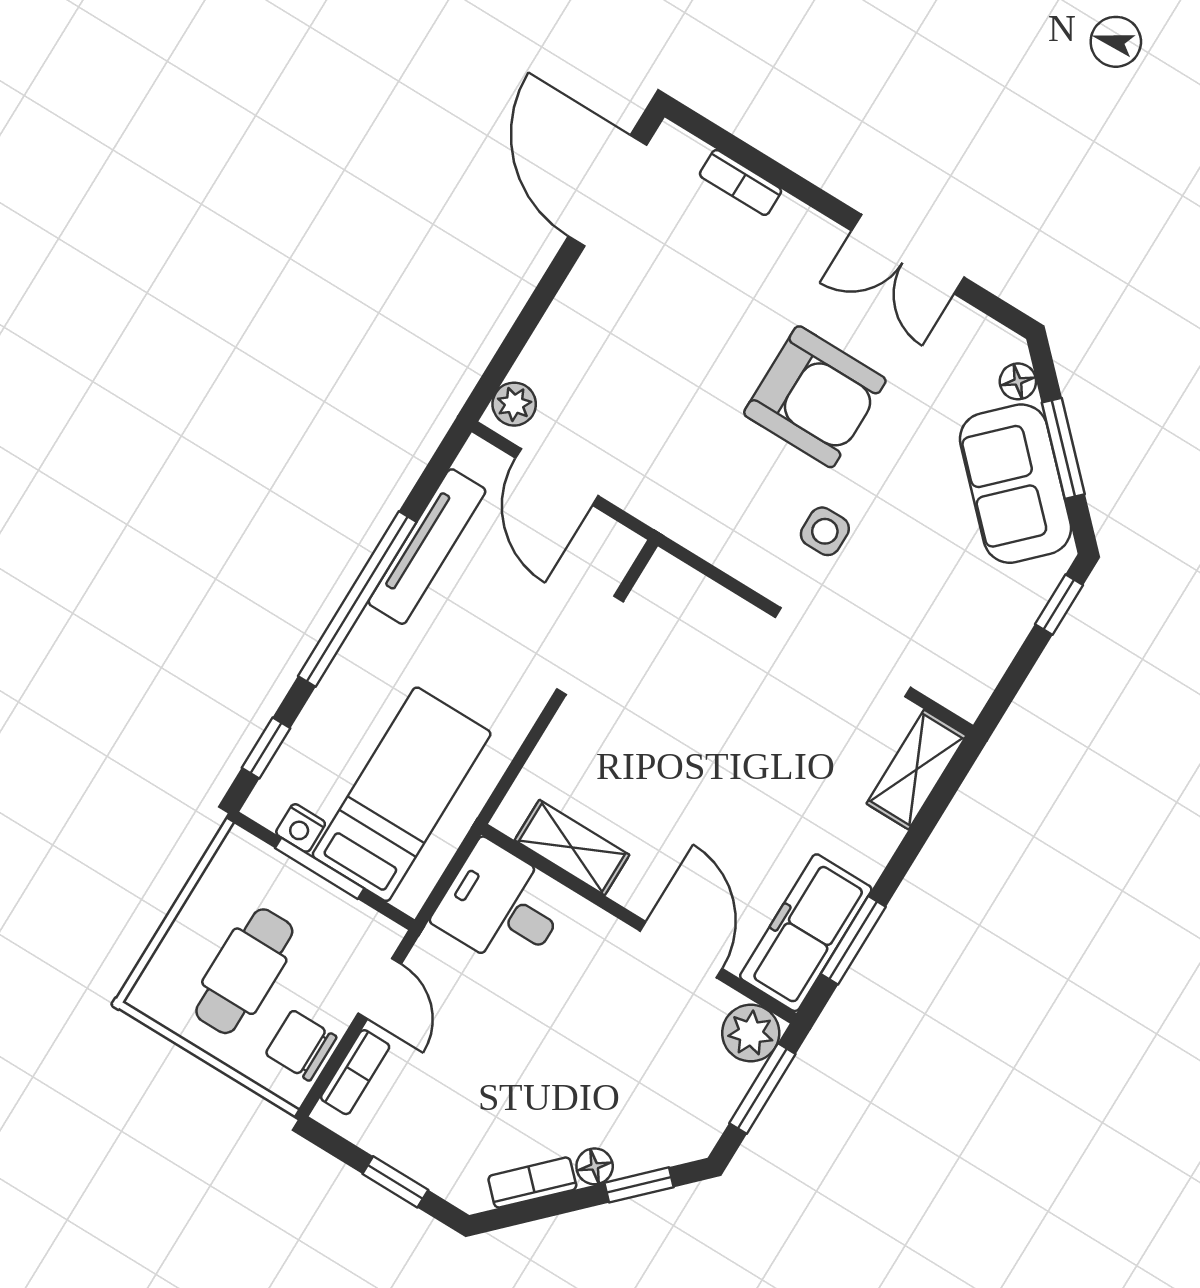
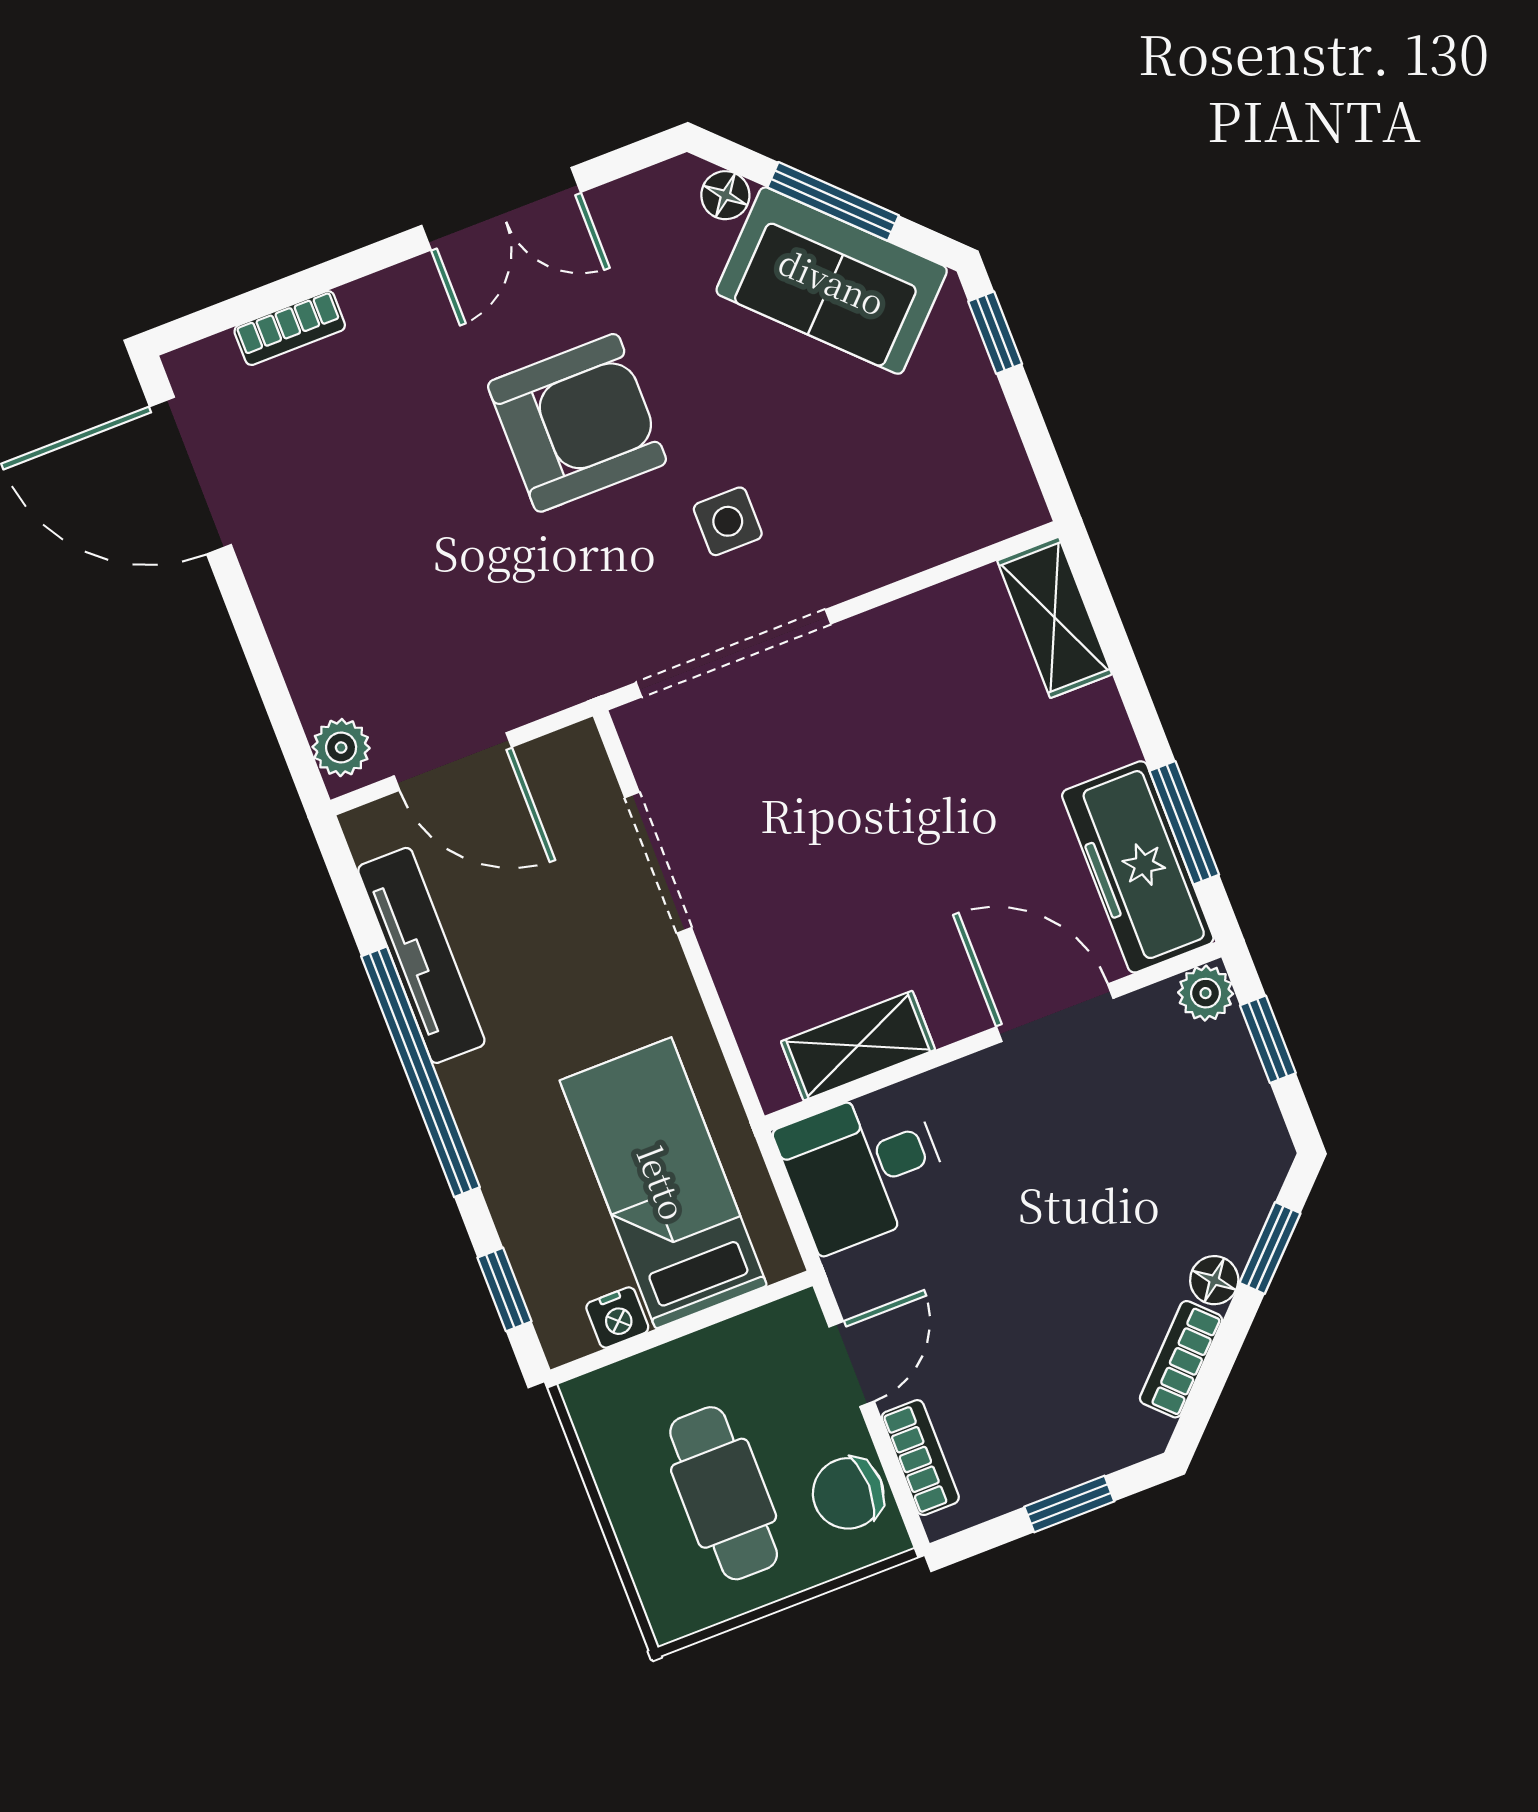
doorway: (843, 652) -> (734, 653), moved
window: (320, 868) -> (675, 1330), removed
door: (380, 989) -> (852, 1364), hinge flipped
plant: (751, 1033) -> (1206, 993), width x0.73, depth x0.73
window: (762, 1089) -> (1268, 1039), width x0.67

